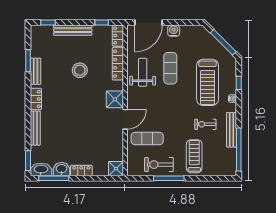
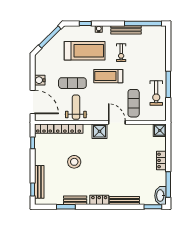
bench: (73, 30) -> (39, 182), moved
weight bench: (143, 72) -> (76, 107), turned 90
treadmill: (194, 156) -> (108, 76), moved
washbasin: (62, 169) -> (160, 178), removed

